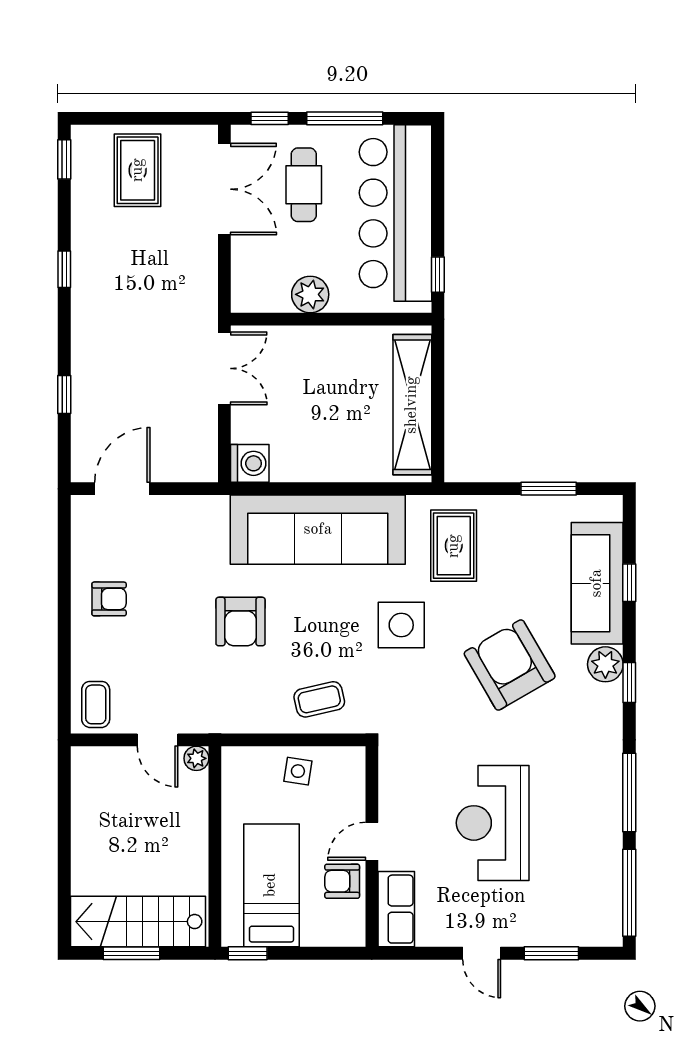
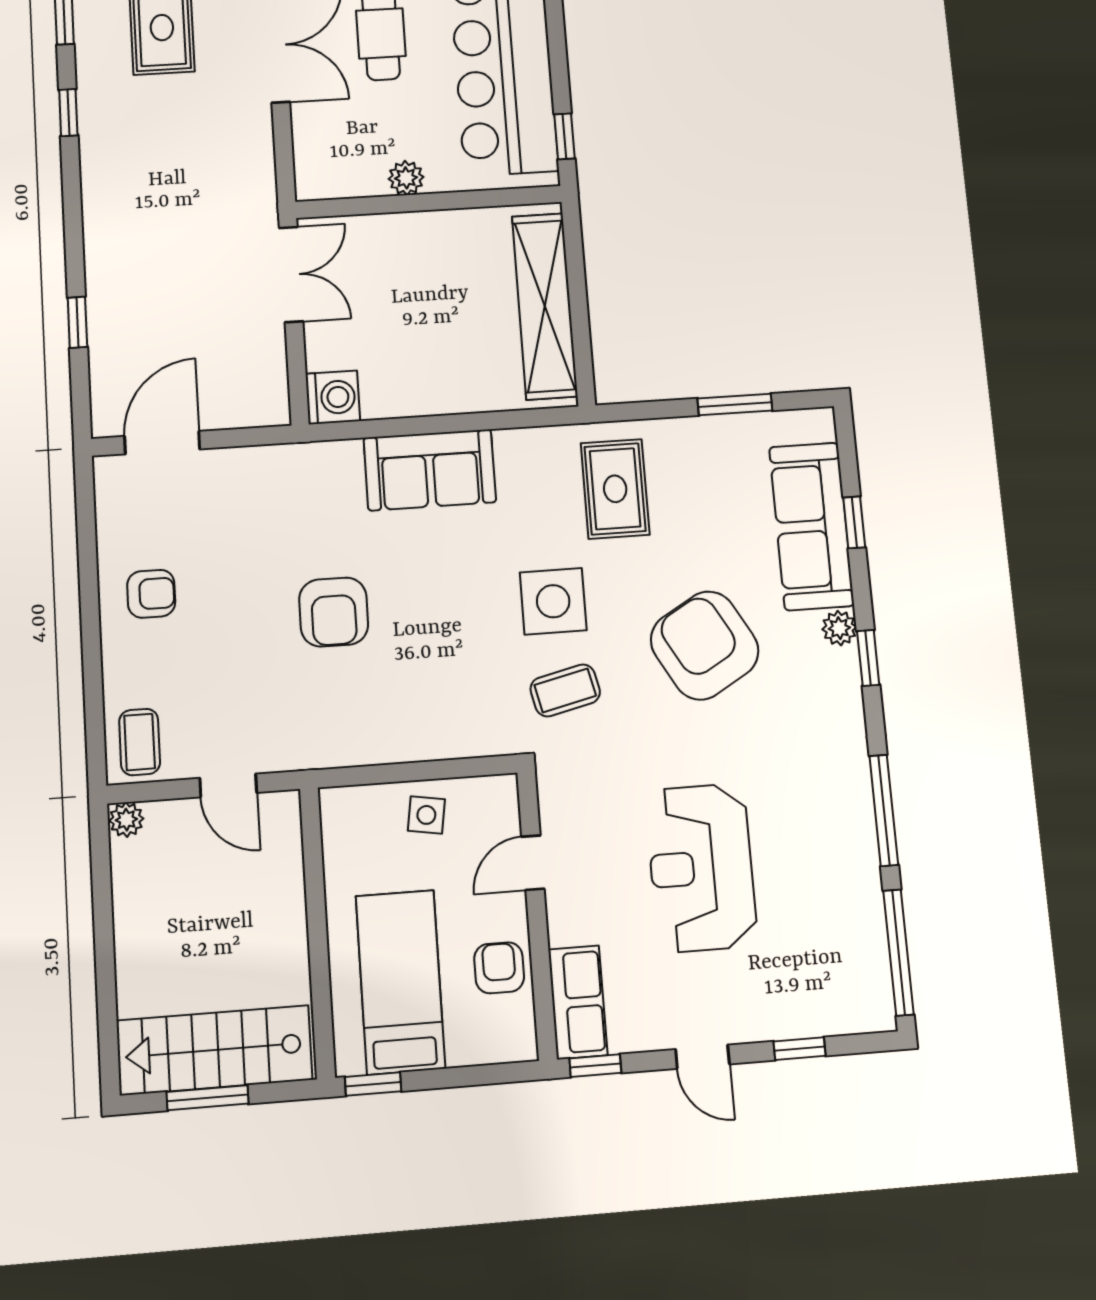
window: (64, 269) -> (68, 113), moved
plant: (310, 294) -> (406, 178), width x0.73, depth x0.73
sofa: (318, 530) -> (430, 470), width x0.54, depth x0.79
plant: (605, 664) -> (839, 628), width x0.73, depth x0.73
coffee table: (319, 699) -> (565, 690), moved
plant: (196, 758) -> (126, 820), moved
door: (372, 841) -> (533, 863), moved
armchair: (342, 881) -> (499, 968), turned 90
window: (405, 953) -> (595, 1066), added
window: (551, 953) -> (800, 1049), width x0.67

